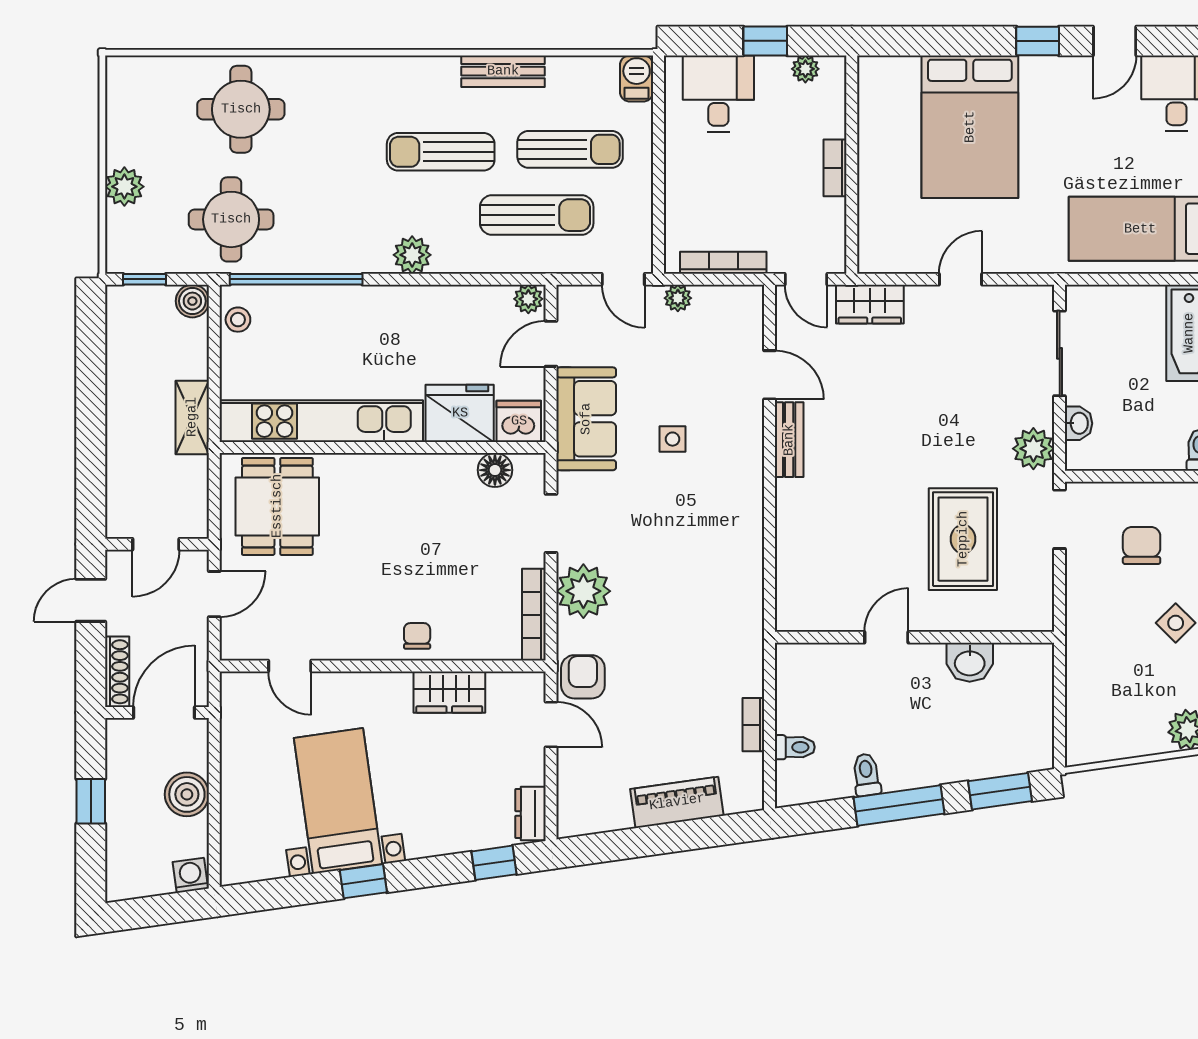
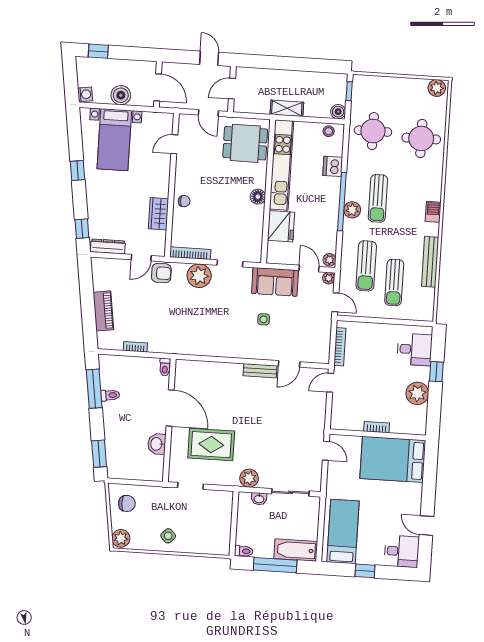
window: (1038, 41) -> (429, 492), removed
plant: (805, 69) -> (417, 393), width x1.87, depth x1.87
bench: (503, 71) -> (430, 262), width x1.36
barbecue: (637, 78) -> (433, 212), moved, turned -90
sun lounger: (441, 152) -> (378, 198), moved, turned 180
wall: (852, 165) -> (378, 435), moved
bookcase: (835, 168) -> (377, 427), moved
plant: (124, 187) -> (437, 88), moved
window: (296, 279) -> (342, 202), moved
door: (623, 279) -> (335, 302), swing flipped
plant: (678, 298) -> (329, 278), moved
wardrobe: (870, 304) -> (317, 410), removed
dishwasher: (519, 421) -> (333, 166), moved, turned 180
floor lamp: (495, 470) -> (258, 197), moved
doorway: (1060, 519) -> (191, 486), moved
door: (156, 544) -> (232, 89), hinge flipped
chair: (1142, 545) -> (127, 503), moved
door: (886, 637) -> (170, 408), width x1.87
shoe rack: (117, 672) -> (177, 68), removed
toilet: (795, 747) -> (165, 367), moved
window: (91, 801) -> (98, 51), moved
bed with nightstands: (338, 801) -> (114, 140), moved, turned 98
window: (899, 805) -> (94, 389), moved
dresser: (530, 813) -> (108, 246), width x1.44

